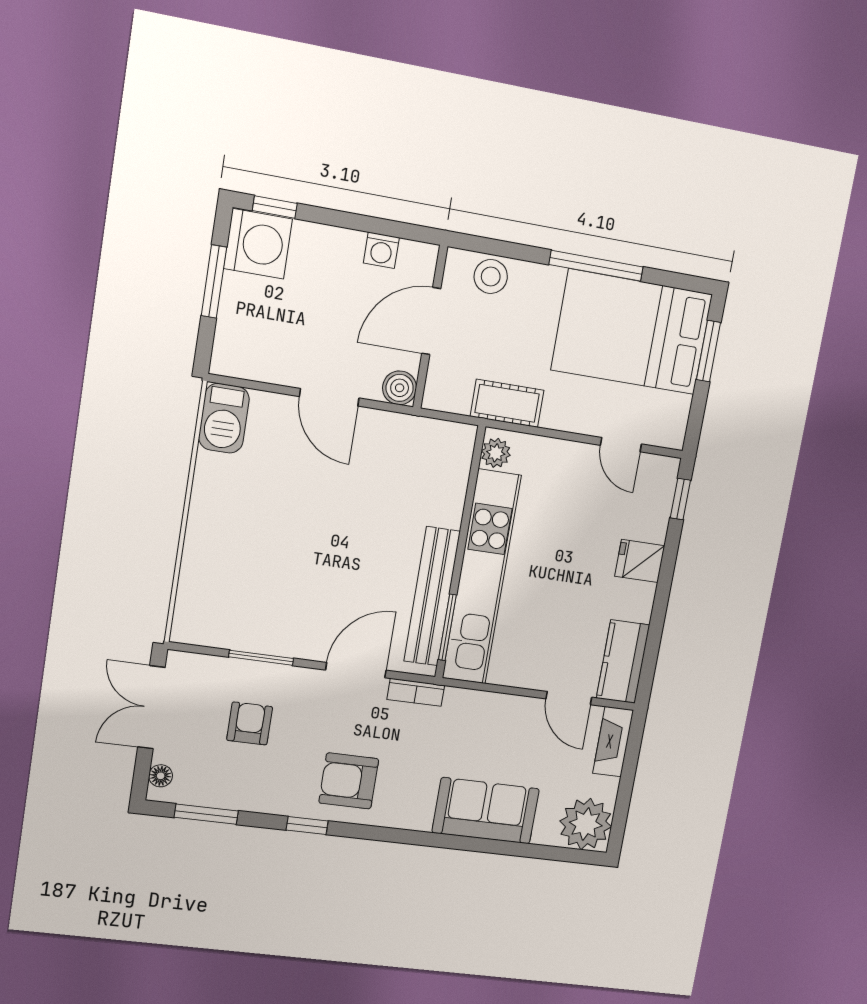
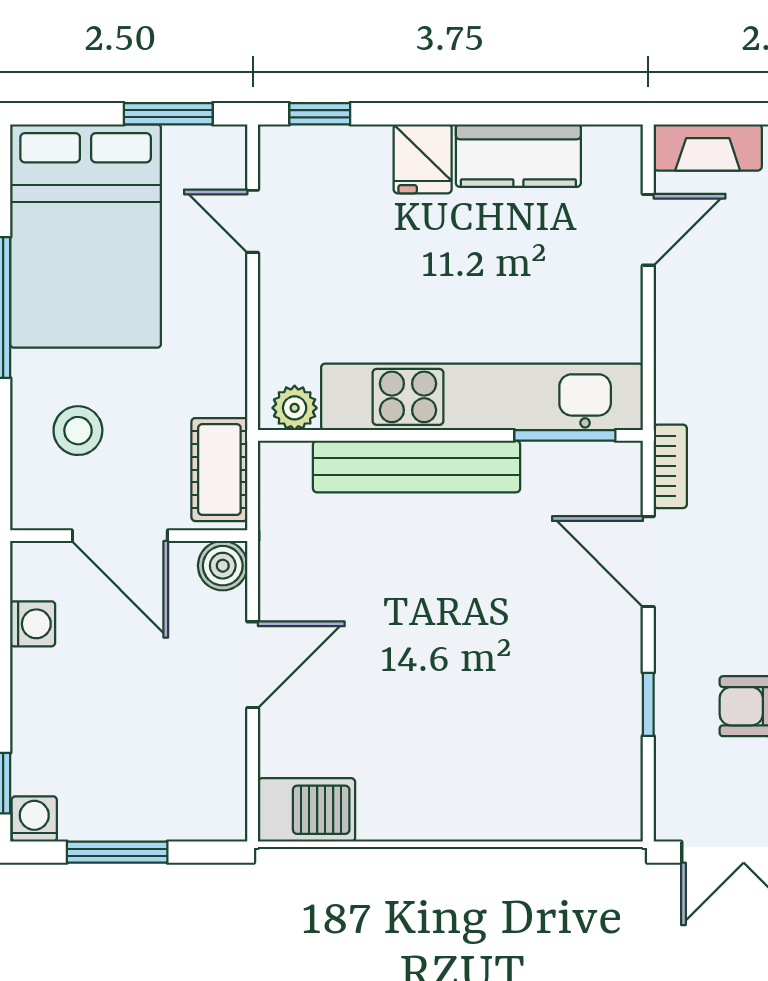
washing machine: (258, 244) -> (34, 819), width x0.53, depth x0.53
stool: (491, 277) -> (78, 431), moved
window: (708, 351) -> (168, 114), moved
cot: (507, 403) -> (219, 470), moved
door: (621, 445) -> (253, 221), swing flipped
bench: (432, 596) -> (417, 466), moved
window: (261, 658) -> (648, 704), width x0.67
kitchen counter: (623, 662) -> (518, 156), moved

